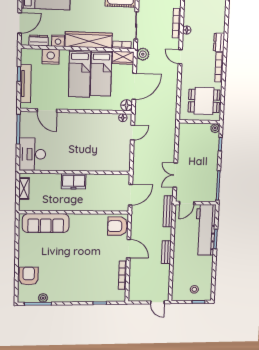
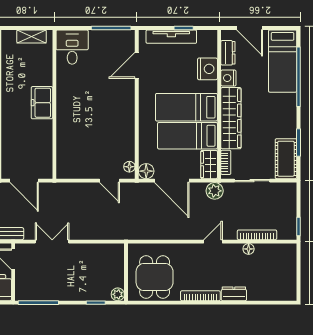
desk: (32, 154) -> (72, 47), width x0.73

